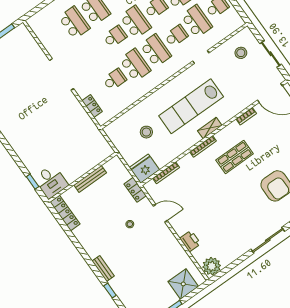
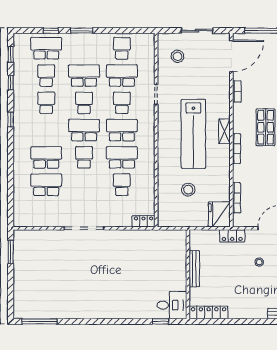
locker: (92, 106) -> (143, 221), moved

